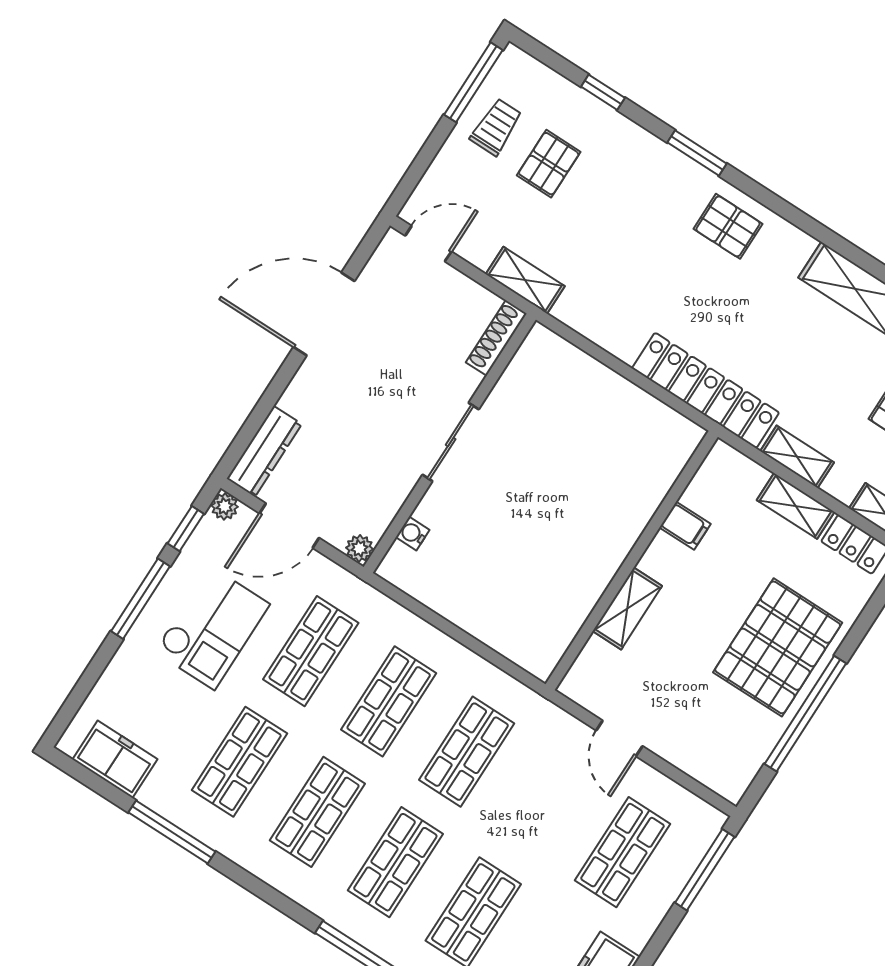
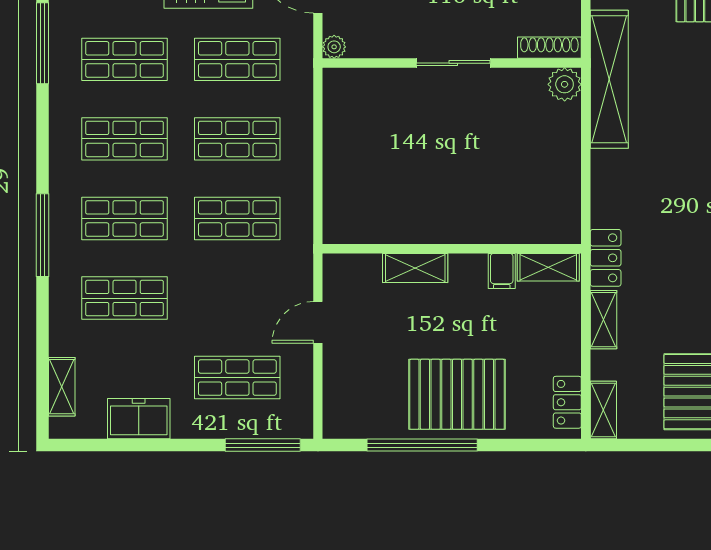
shelving: (525, 280) -> (609, 79), width x2.20, depth x1.33
plant: (542, 346) -> (565, 84), added
locker: (706, 390) -> (606, 258), width x0.46, depth x0.83
shelving: (796, 506) -> (548, 267), moved, turned 90
water cooler: (413, 534) -> (370, 78), removed

